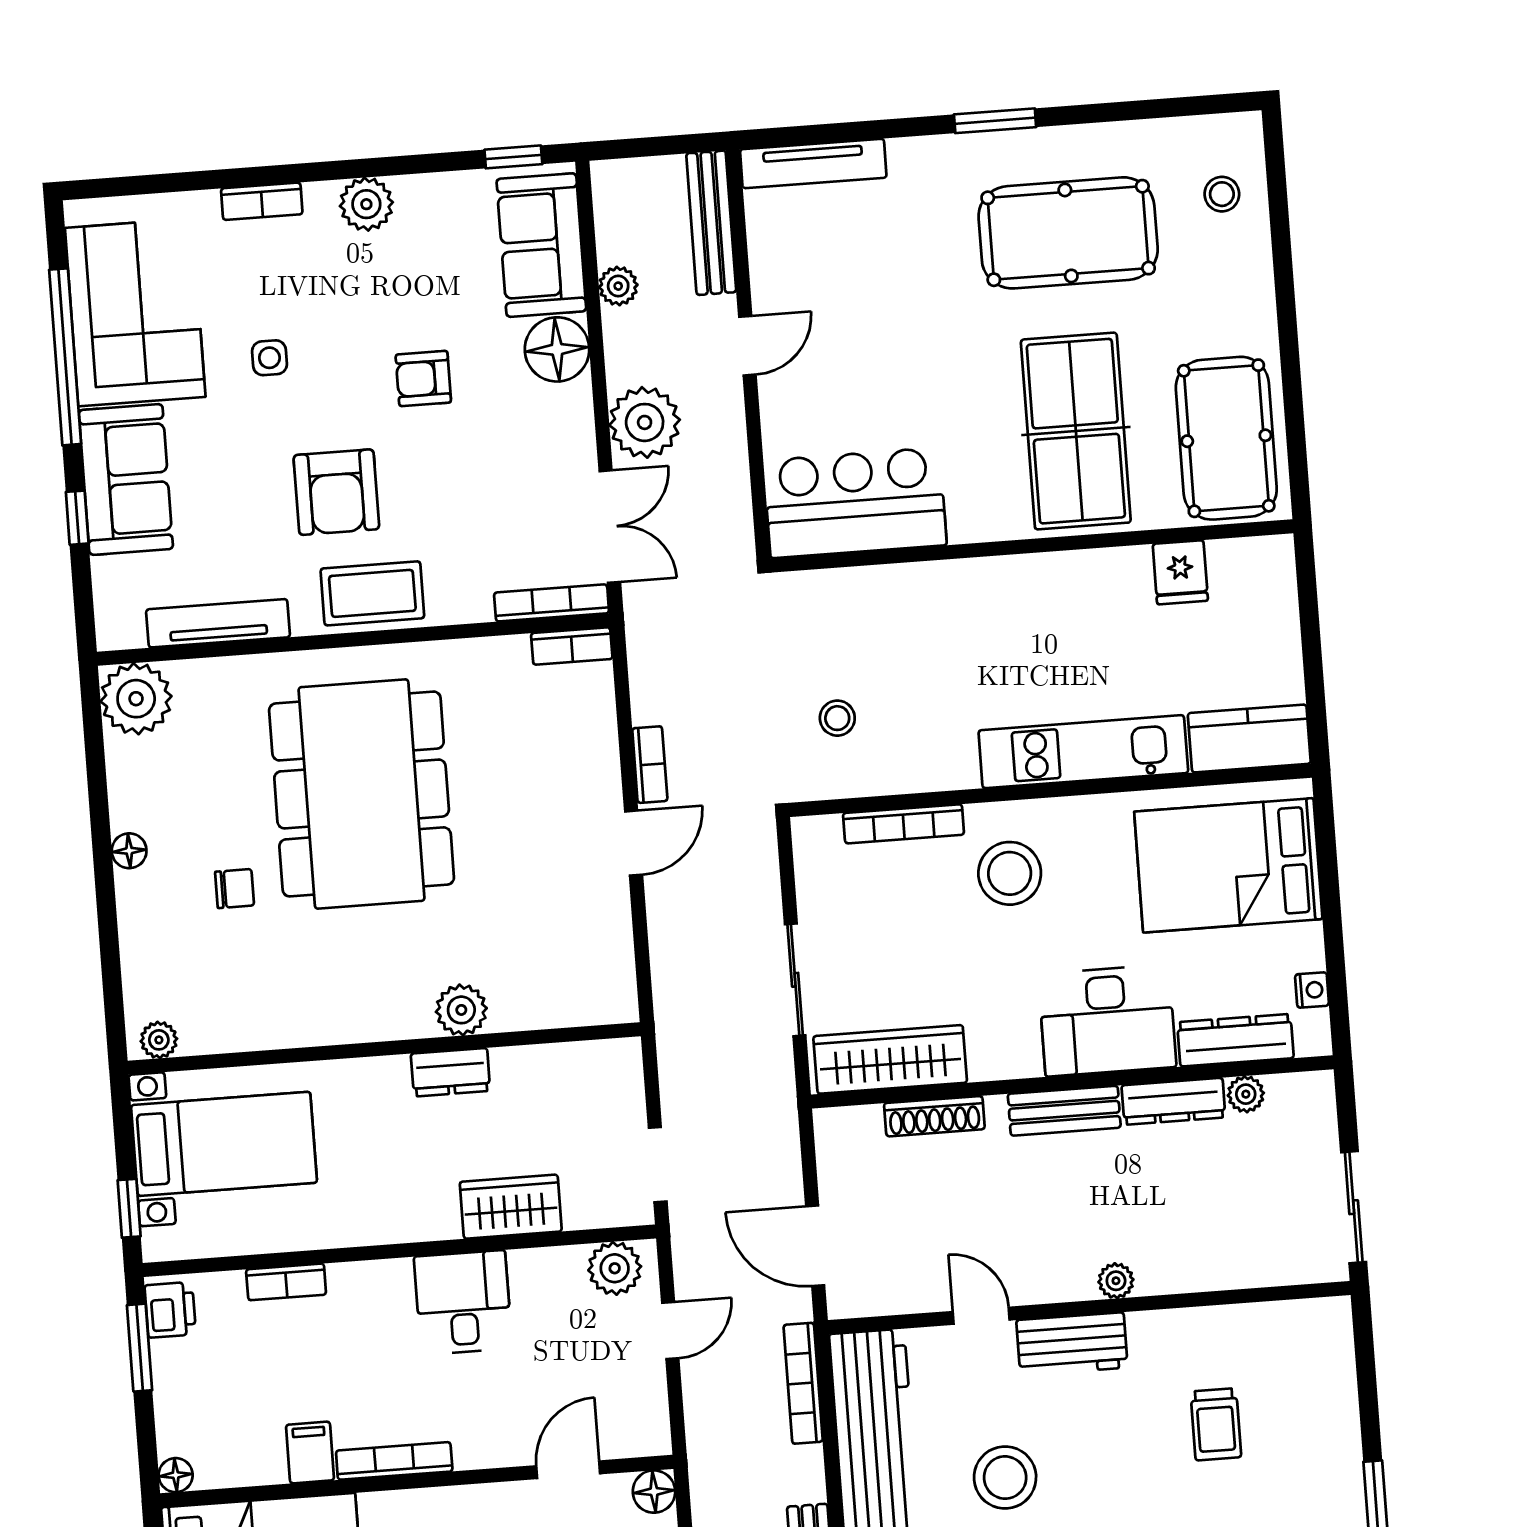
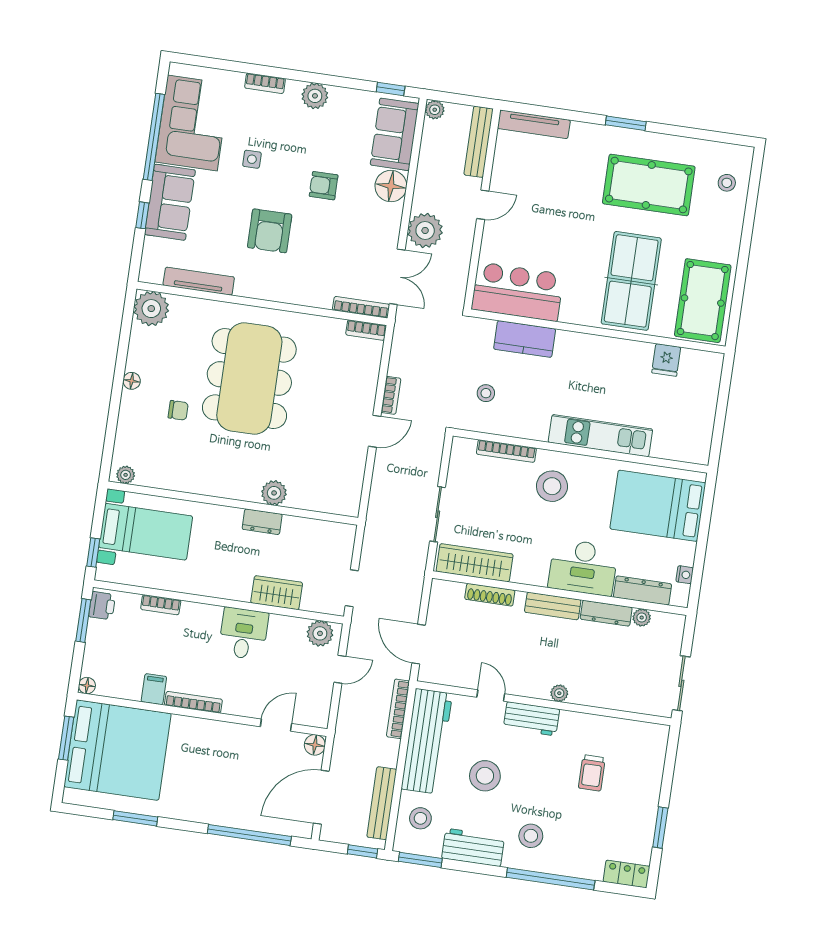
plant: (618, 286) -> (435, 110), moved
coffee table: (372, 593) -> (276, 283), removed
kitchen counter: (1249, 738) -> (525, 339), moved, turned 180

